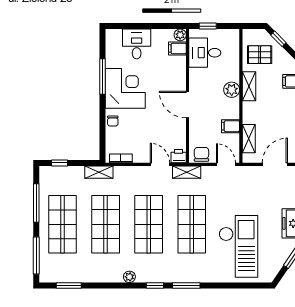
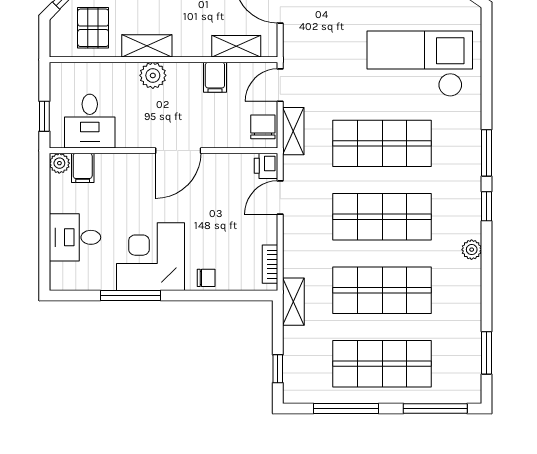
chair: (201, 154) -> (263, 127), turned 90
shelving: (187, 172) -> (293, 131), moved

